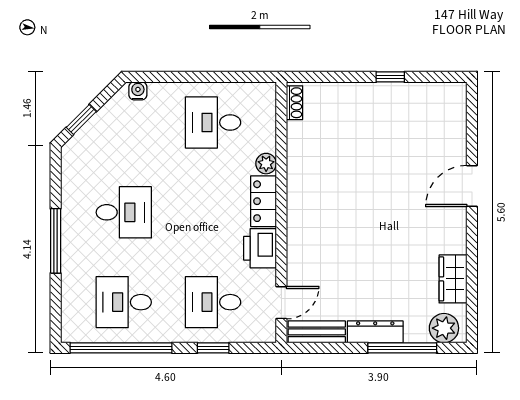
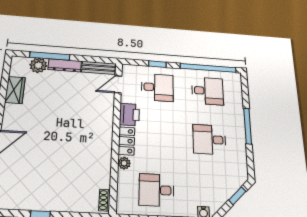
desk: (213, 122) -> (156, 190), turned 180
plant: (444, 328) -> (38, 65), moved

